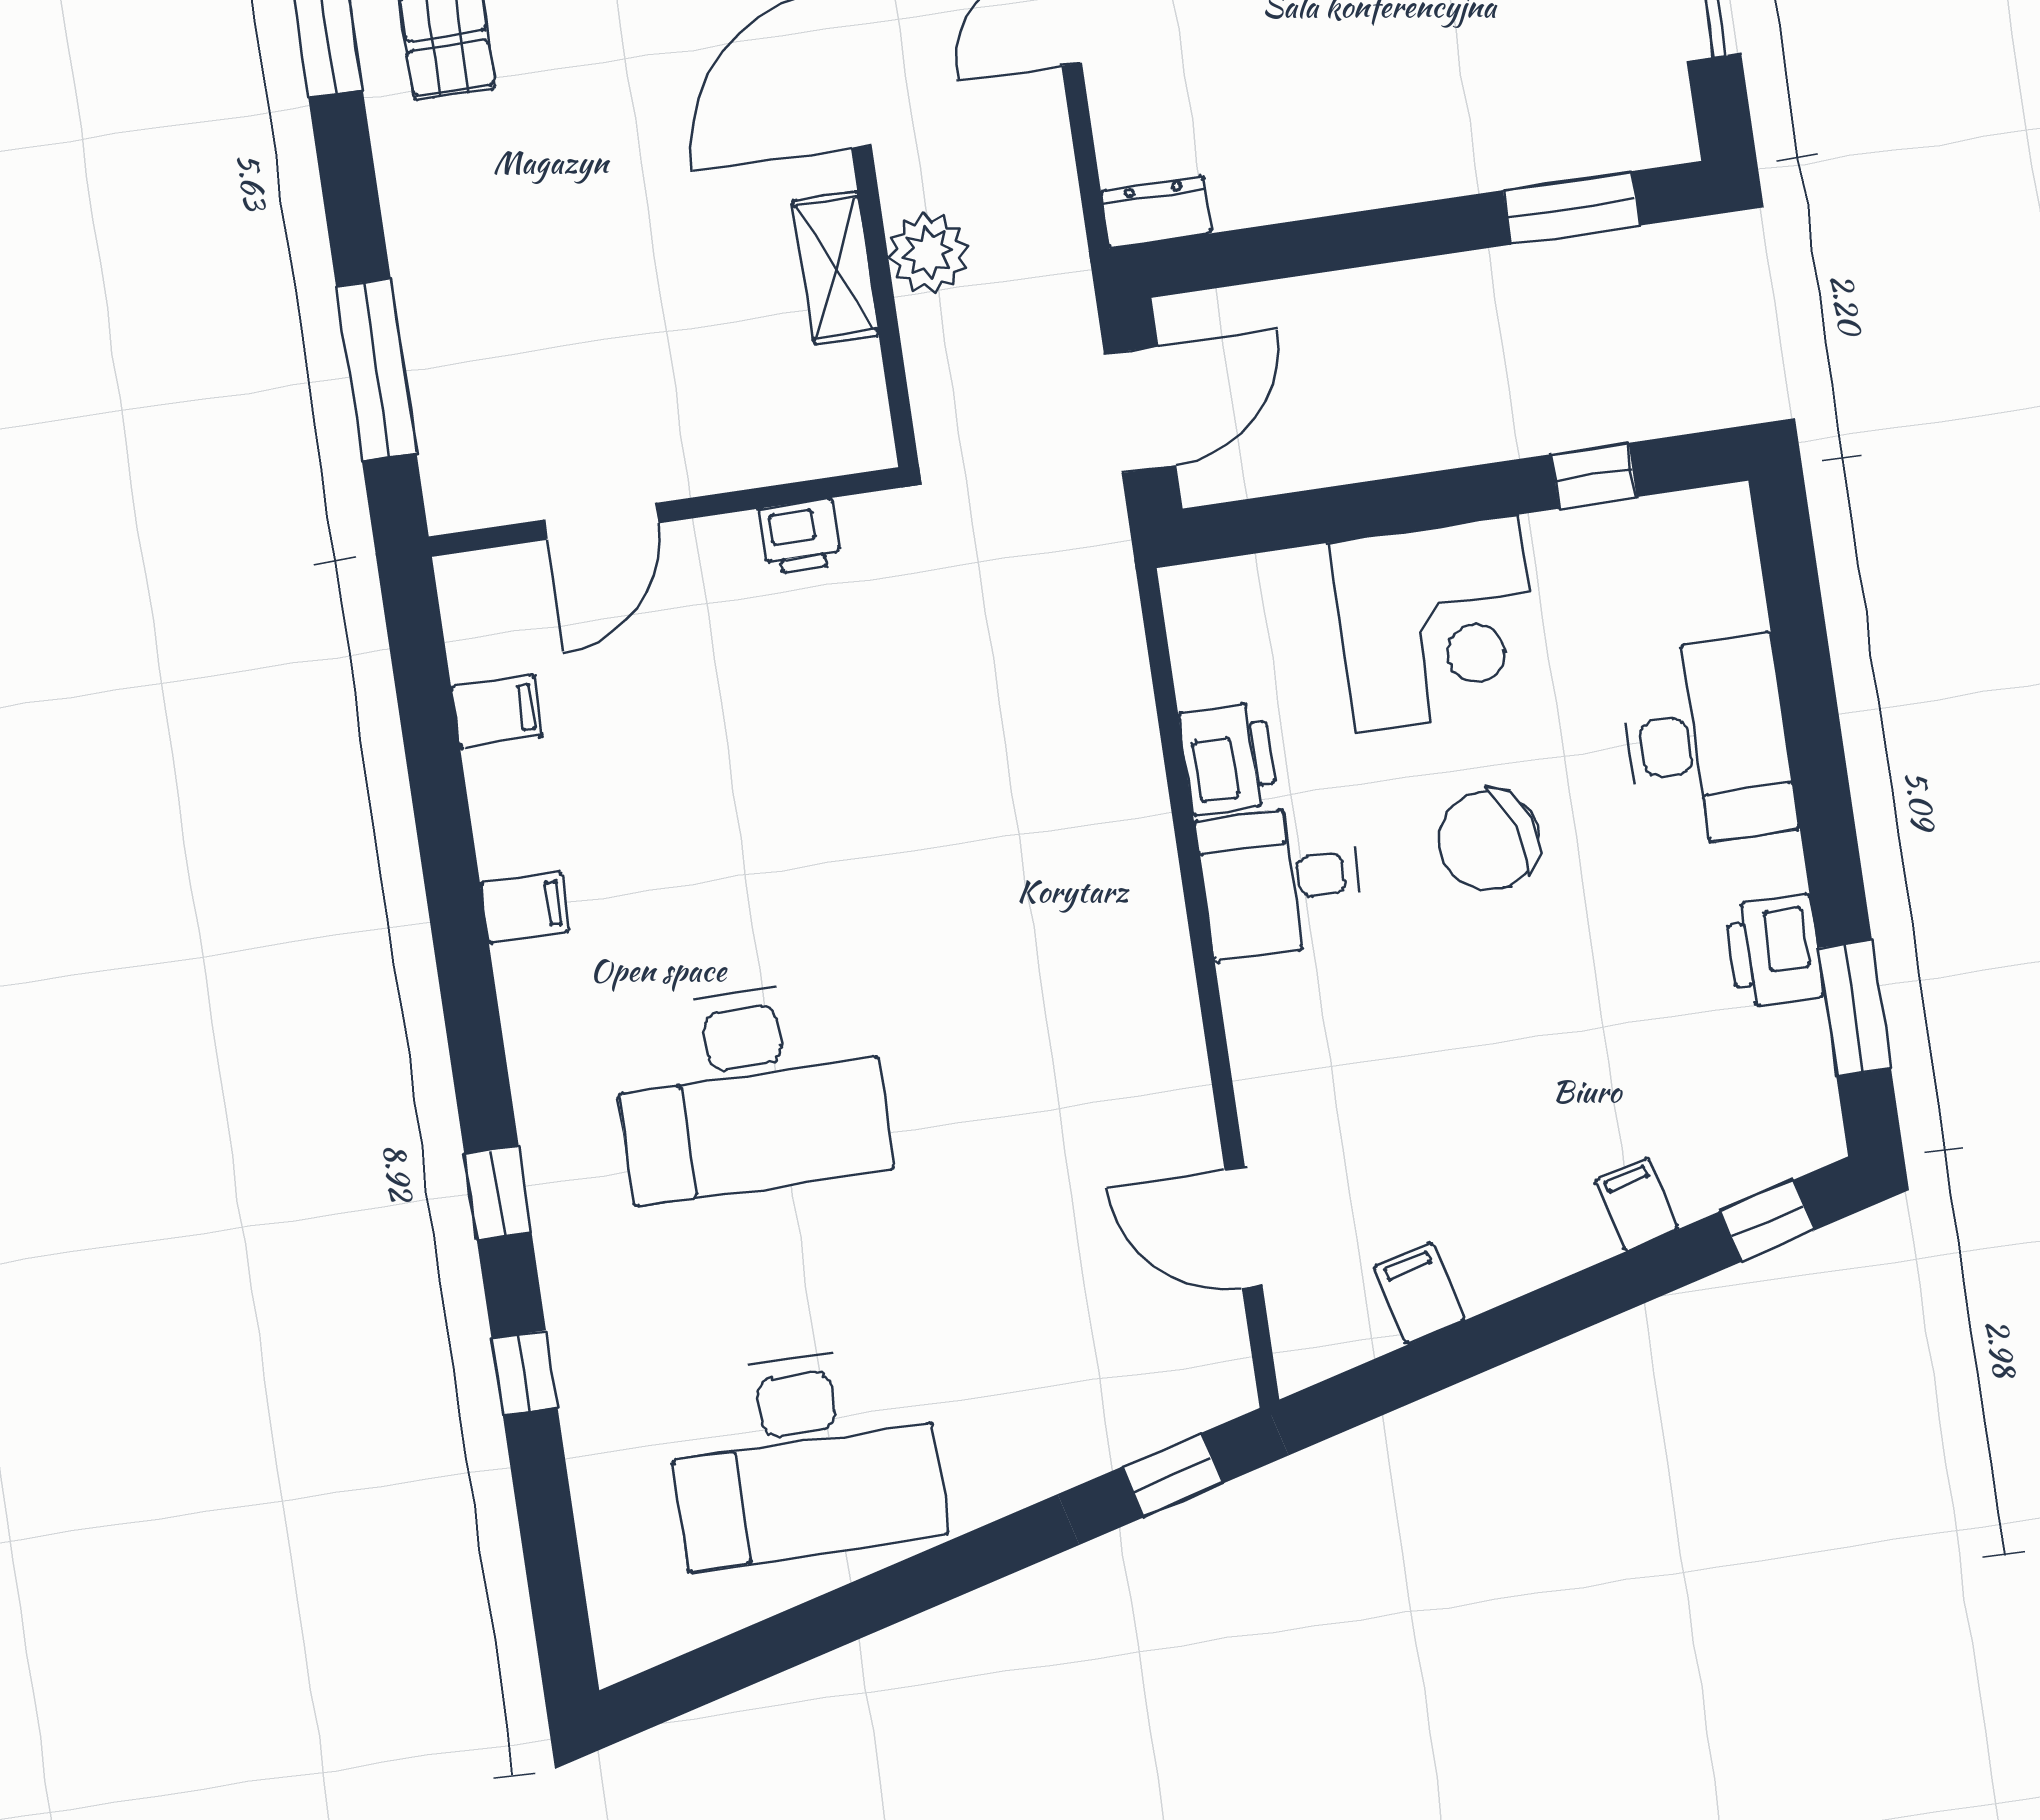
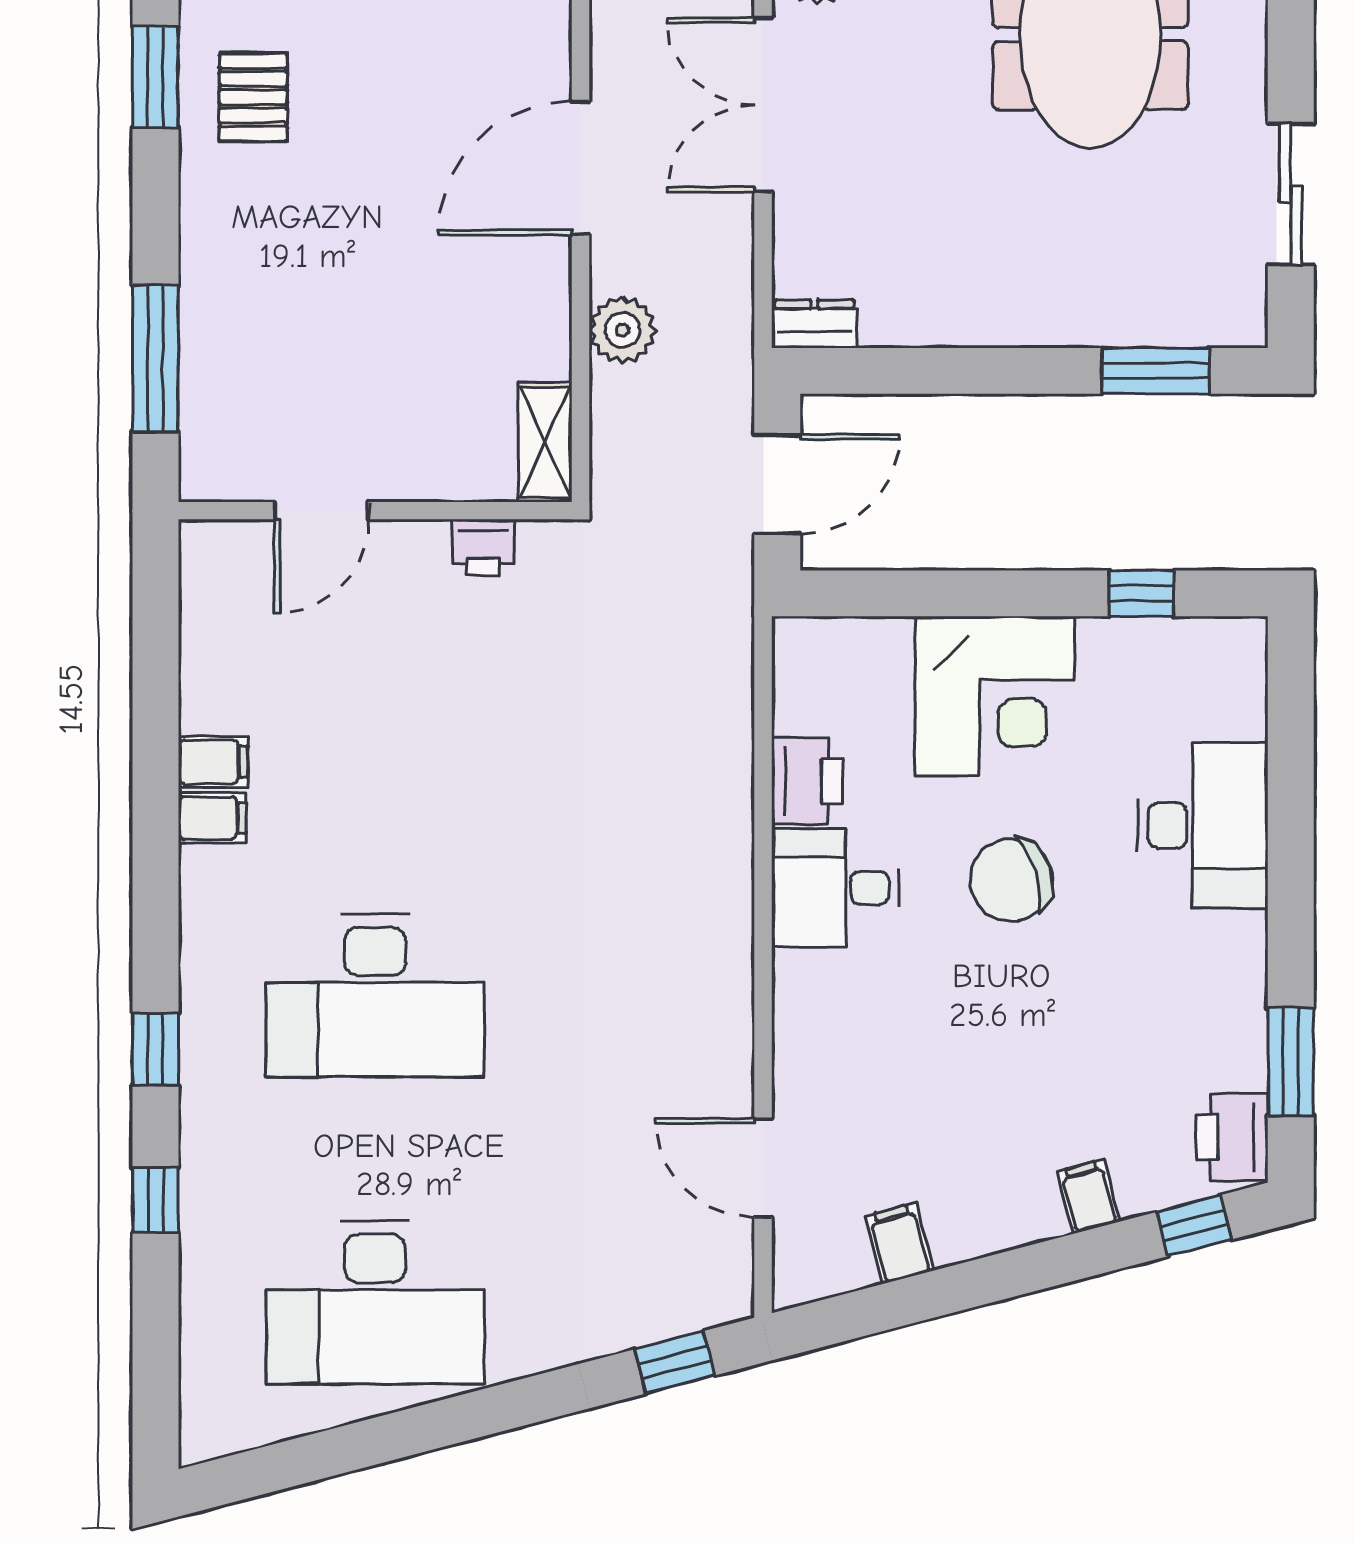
shelving: (836, 268) -> (545, 442), moved
filing cabinet: (497, 712) -> (213, 762), moved
printer: (1774, 951) -> (1232, 1137), moved

